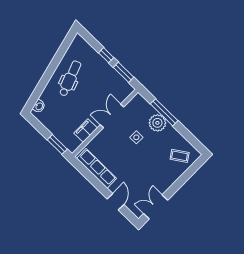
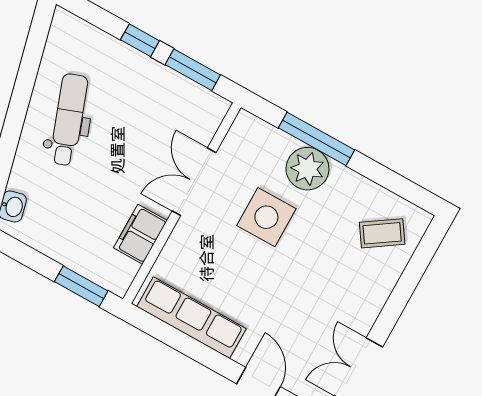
side table: (136, 137) -> (266, 217), width x1.87, depth x1.87

